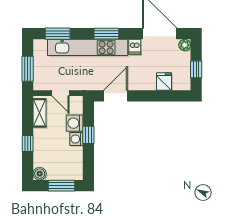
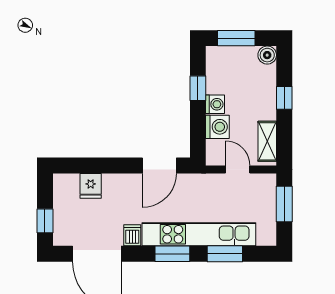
window: (58, 34) -> (225, 254), moved
plant: (185, 45) -> (61, 238), removed
window: (196, 69) -> (45, 221), moved
window: (88, 135) -> (198, 88), moved

